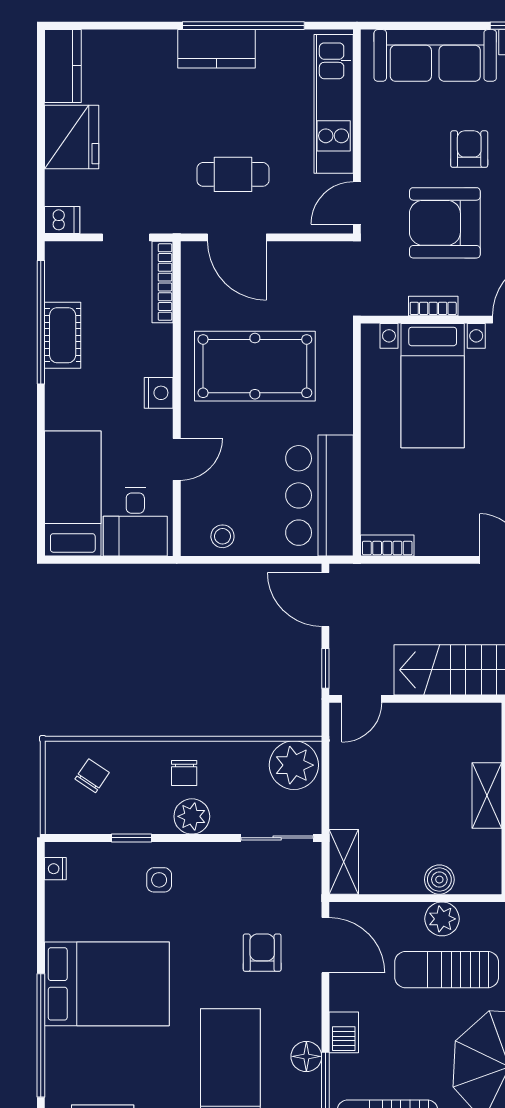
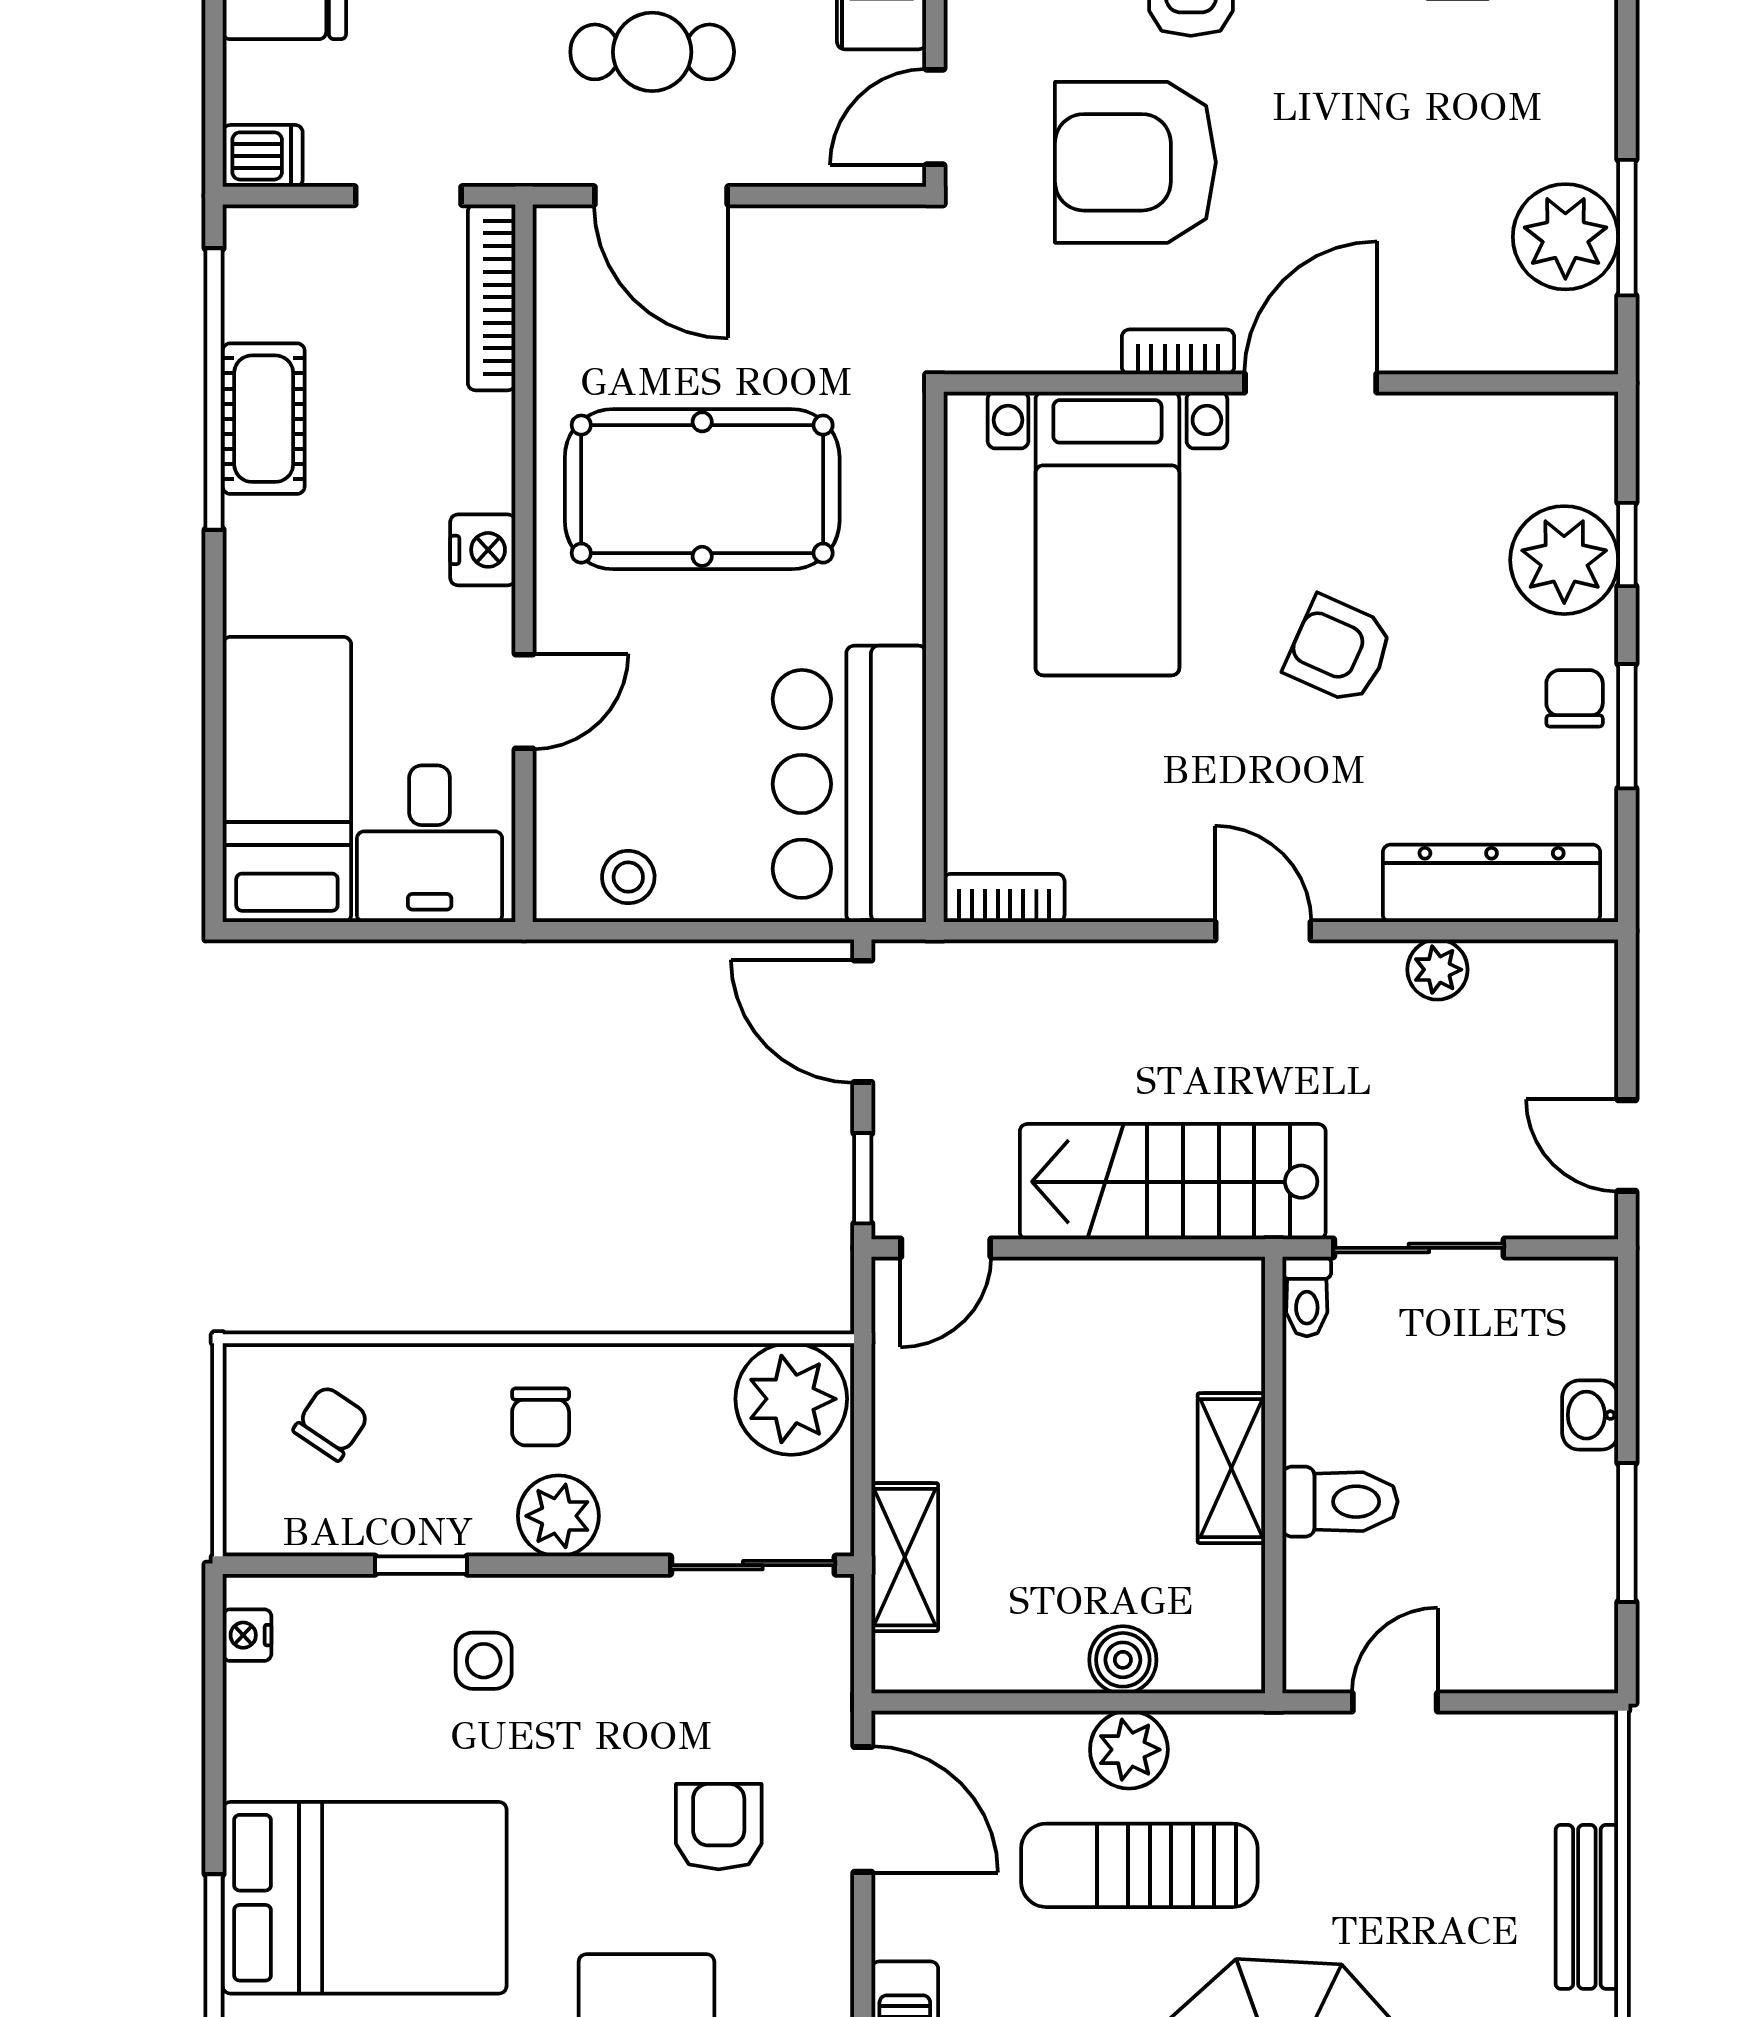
bookcase: (433, 306) -> (1178, 352), moved
shelving: (344, 862) -> (905, 1557), moved

